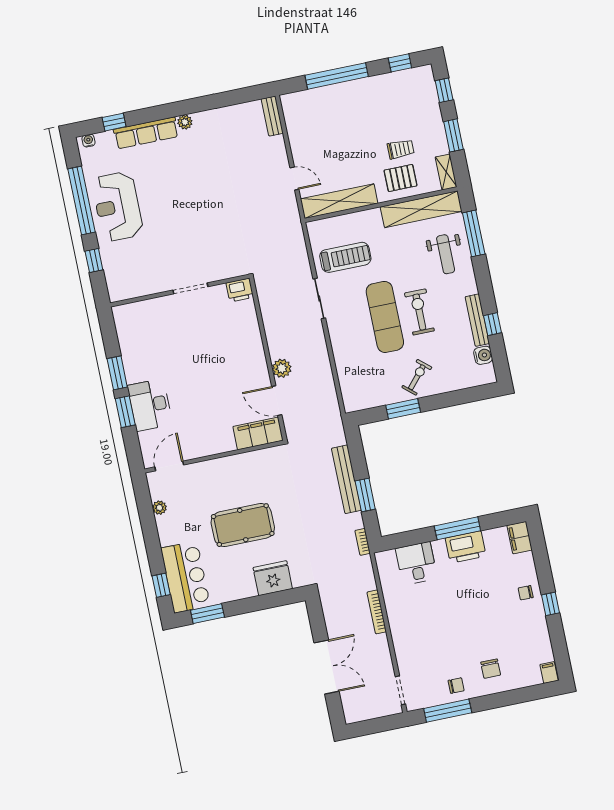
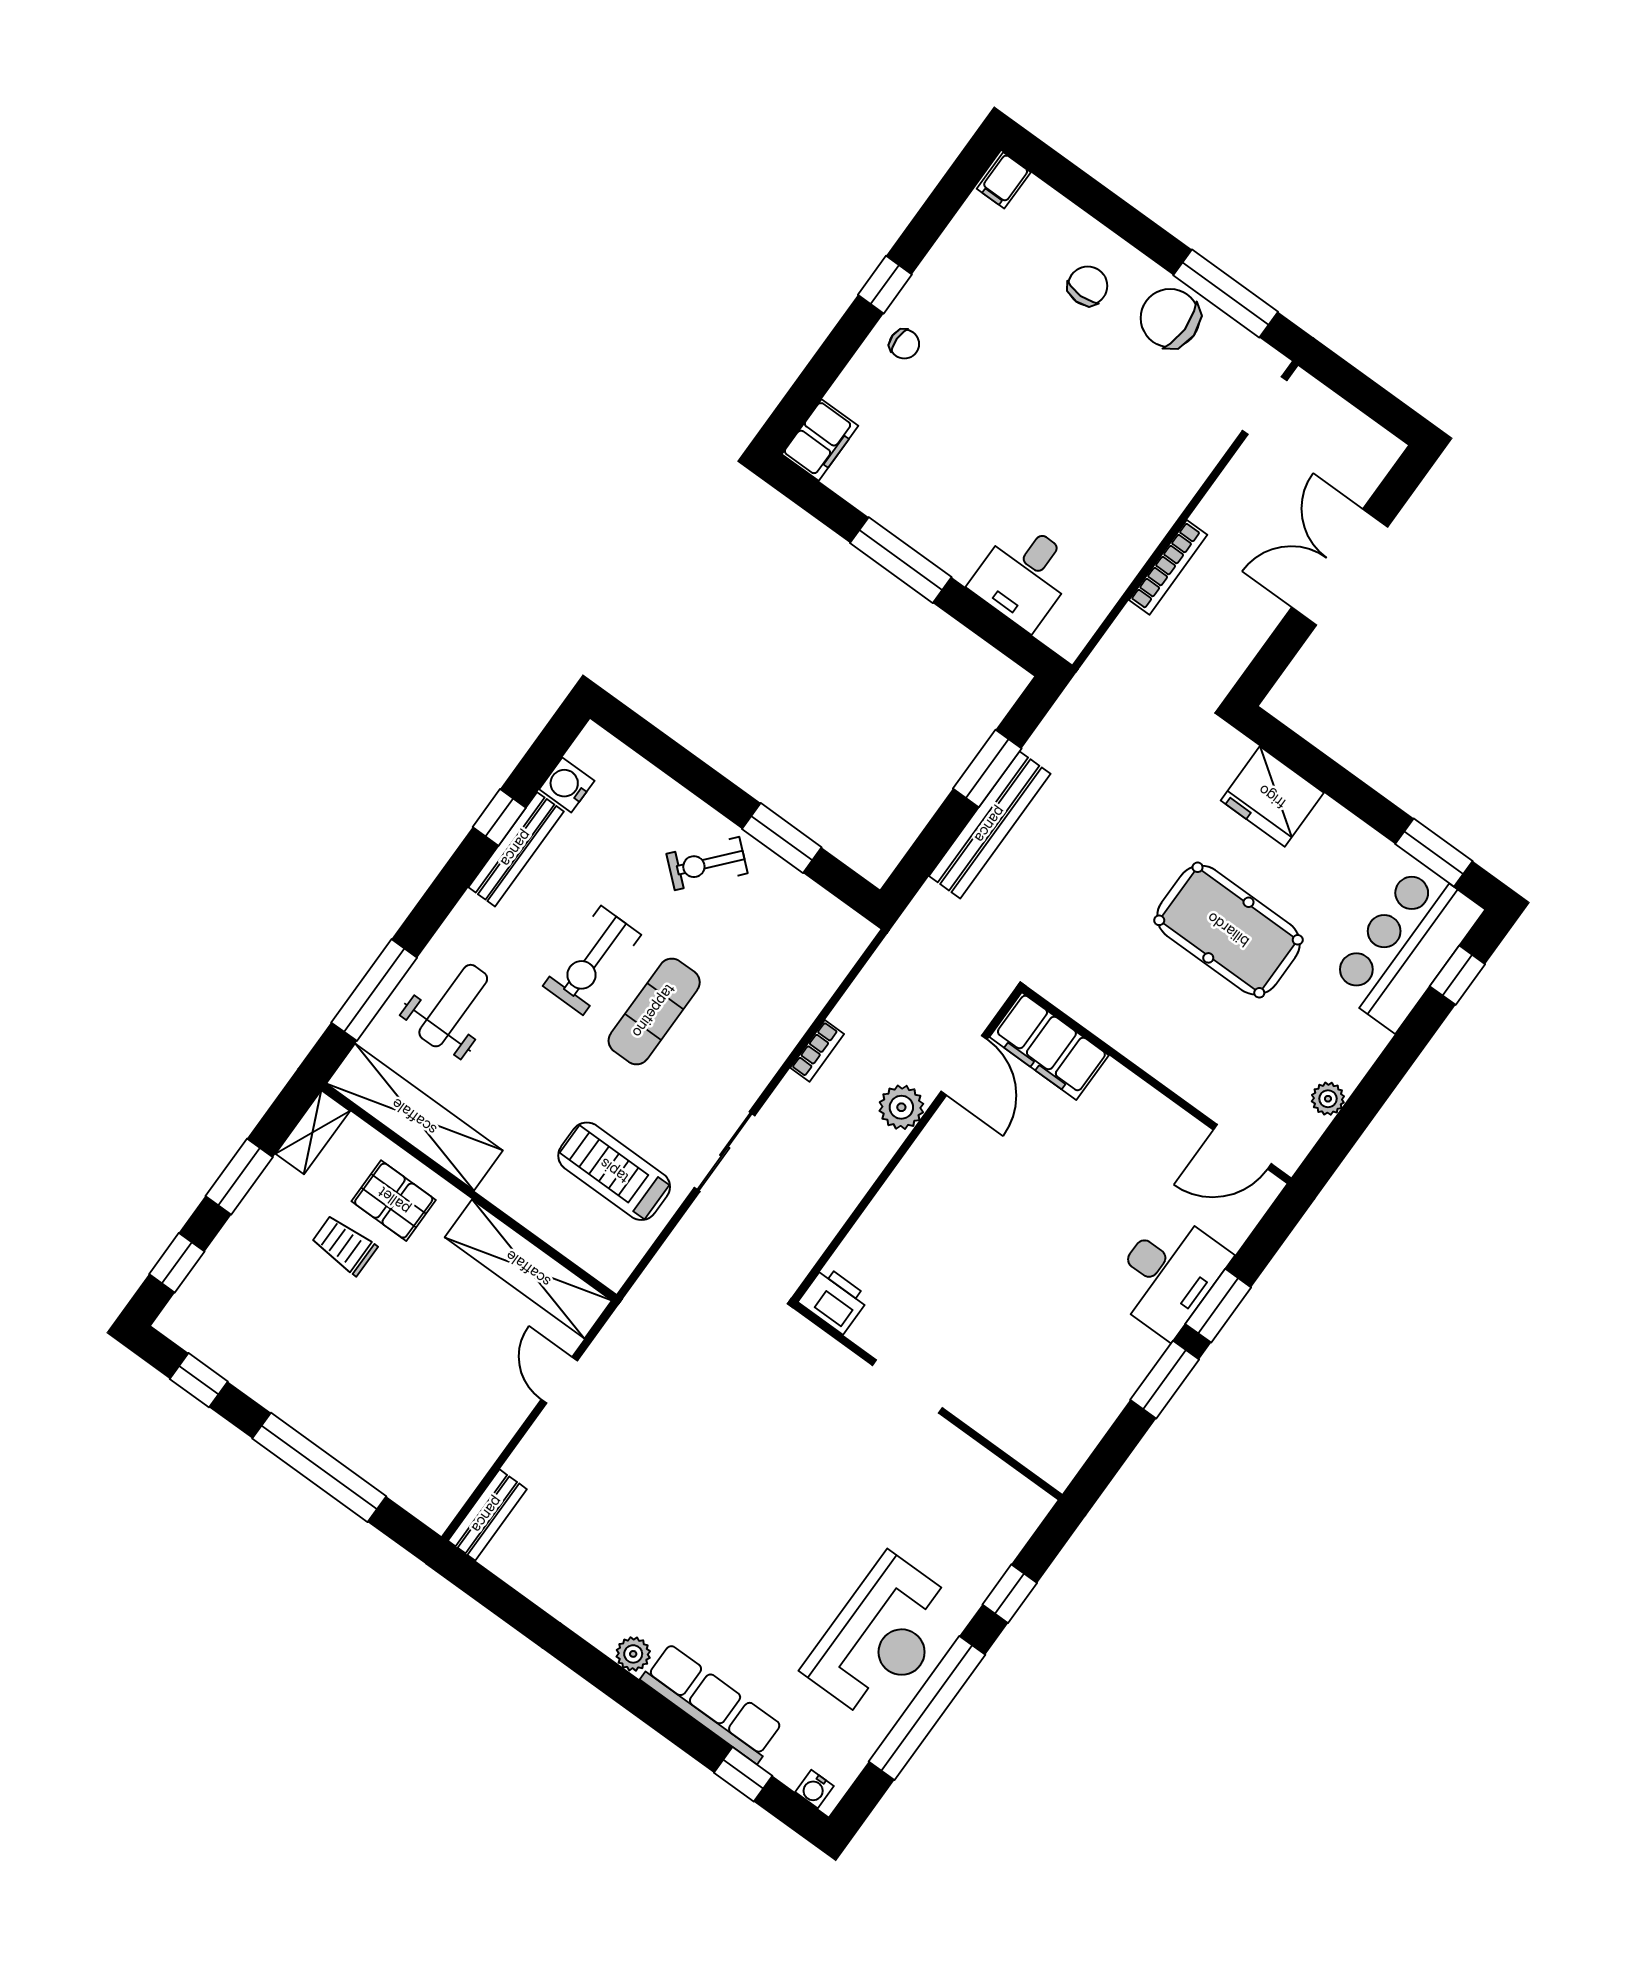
exercise mat: (385, 317) -> (654, 1011), width x0.73, depth x0.69
bookcase: (363, 542) -> (817, 1051), moved
printer: (466, 547) -> (920, 517), removed
chair: (456, 686) -> (1170, 318), width x1.87, depth x1.87

